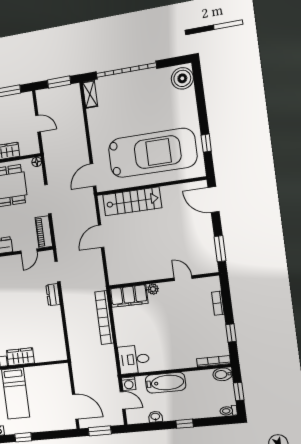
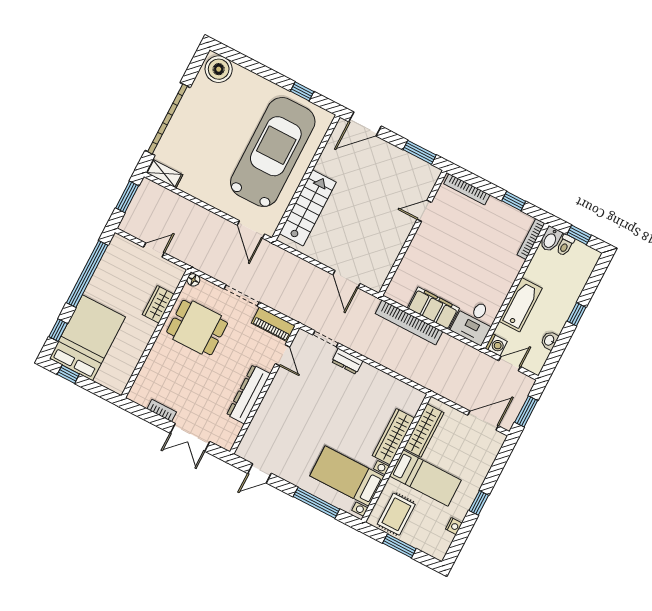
door: (101, 236) -> (346, 279), moved
plant: (153, 289) -> (414, 250), removed
filing cabinet: (129, 296) -> (433, 308), moved, turned -90
bookcase: (218, 303) -> (467, 189), width x1.56
wardrobe: (20, 357) -> (393, 437), width x1.50
wardrobe: (44, 373) -> (424, 431), added
toilet: (228, 411) -> (565, 245), moved

